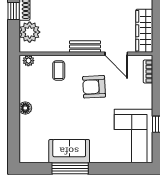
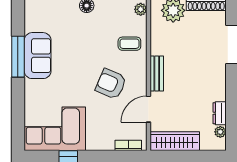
armchair: (94, 87) -> (111, 84), turned -64

